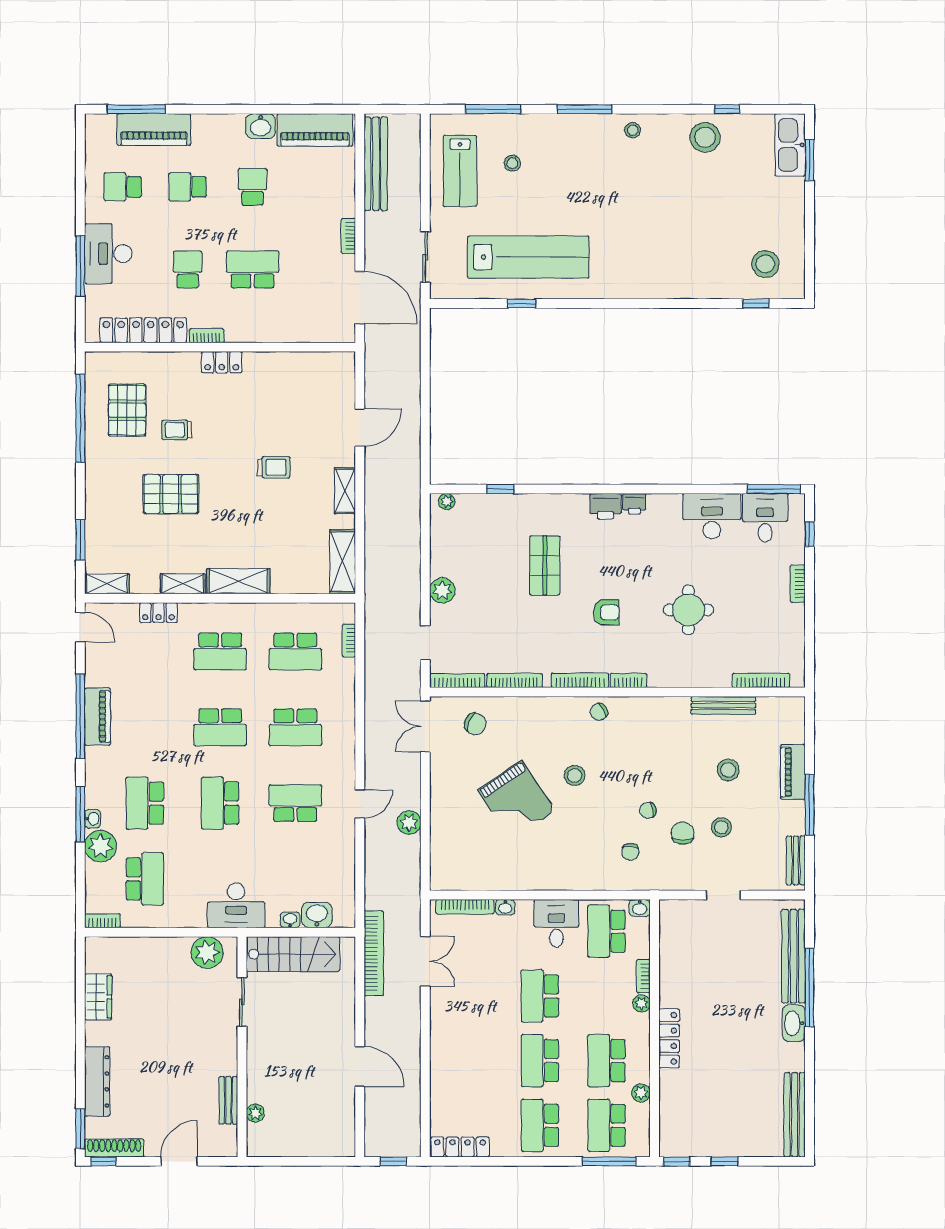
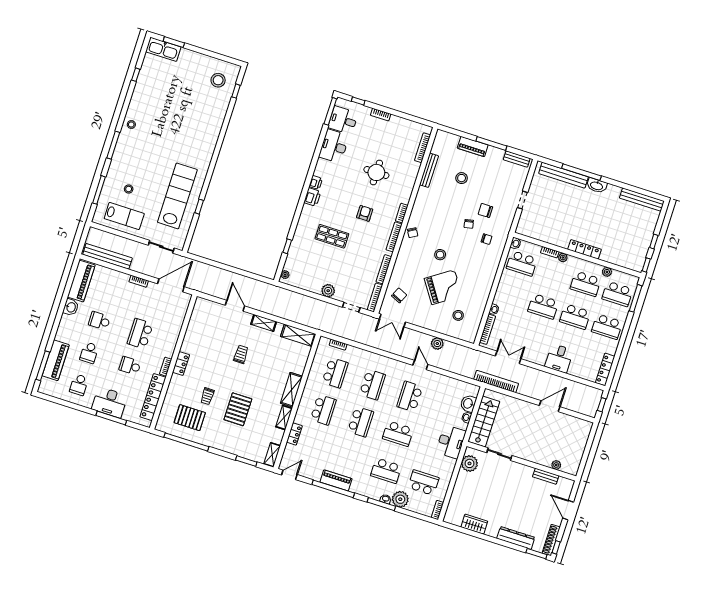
stool: (705, 137) -> (146, 90), removed
stool: (721, 827) -> (458, 315), moved
desk: (556, 923) -> (559, 358), moved, turned -90

